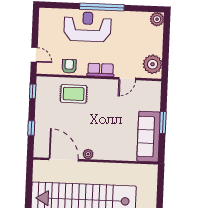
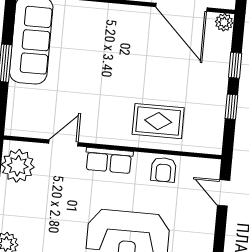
window: (33, 91) -> (231, 107), moved
plant: (88, 154) -> (224, 22), moved

